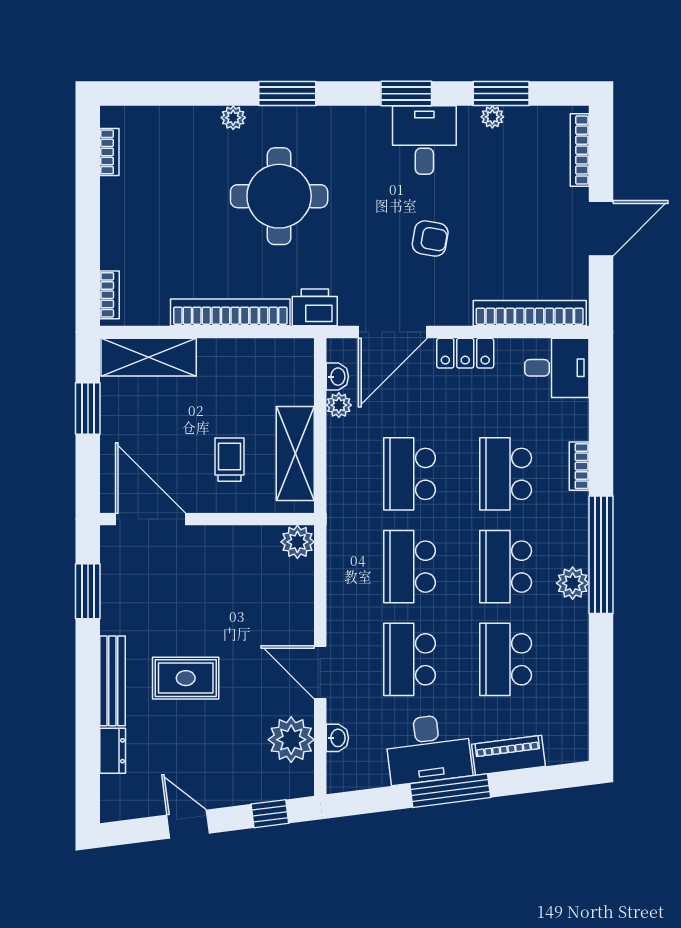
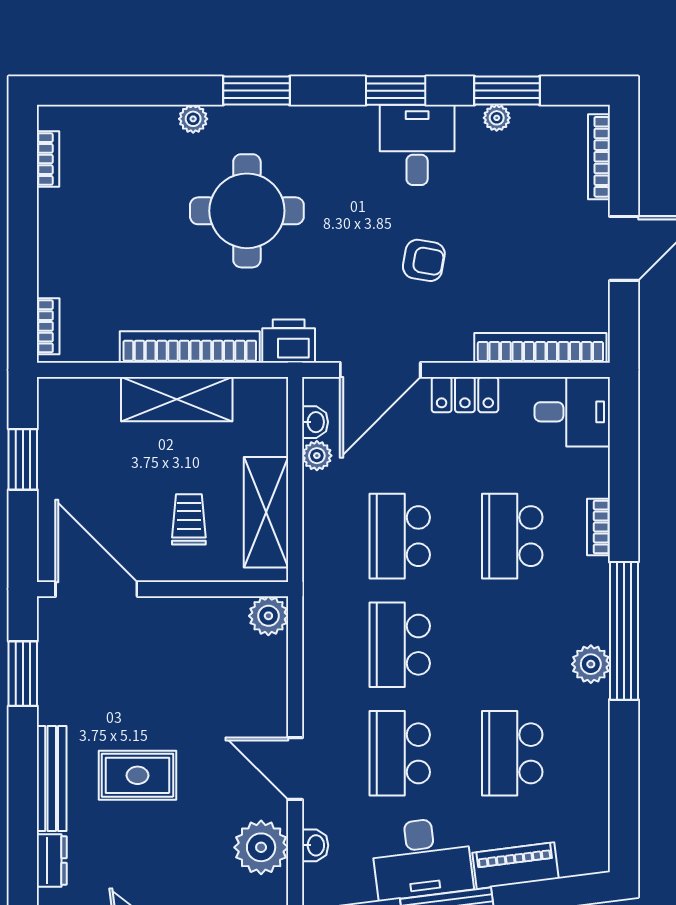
shelving: (149, 357) -> (177, 399), moved
school desk: (506, 567) -> (512, 645), removed

